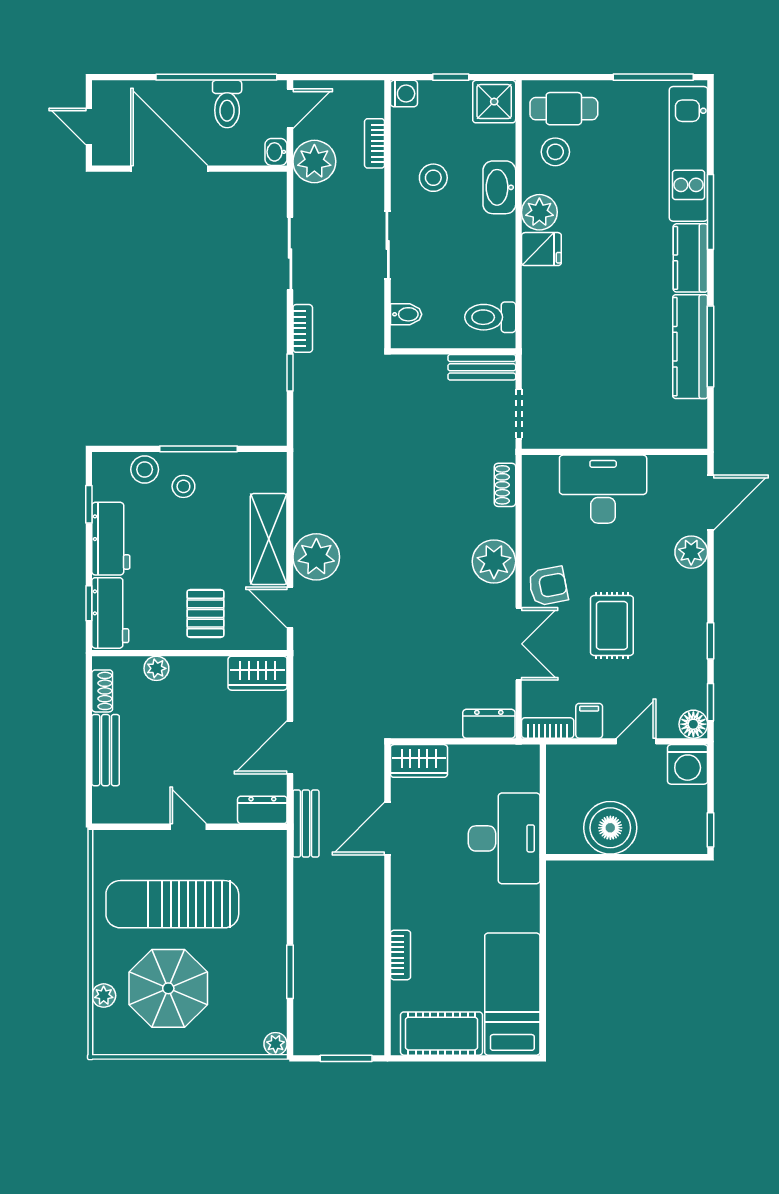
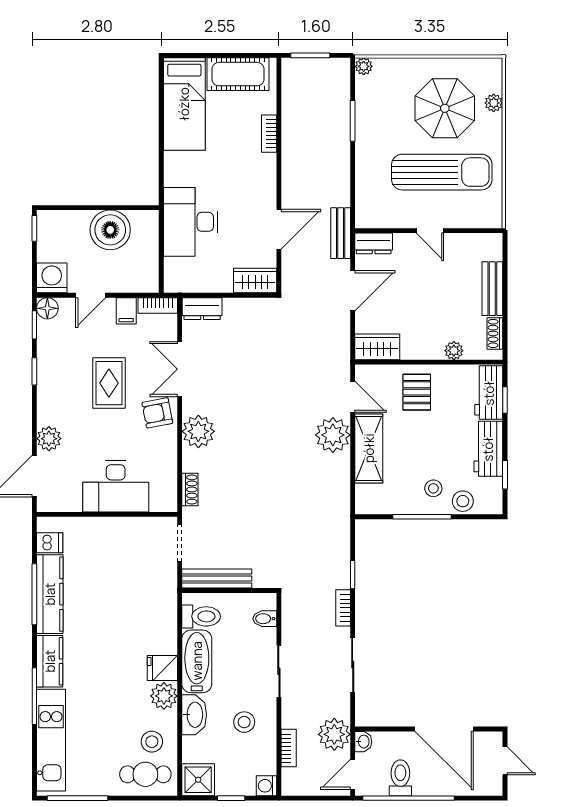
bathtub: (496, 258) -> (197, 661), added
bench: (482, 367) -> (217, 579), width x1.36
dishwasher: (690, 415) -> (50, 543), added

